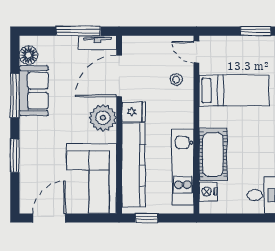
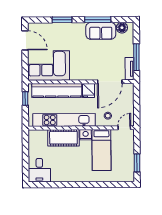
door: (119, 76) -> (110, 82), swing flipped
plant: (103, 118) -> (85, 72), removed
kitchen unit: (183, 167) -> (64, 120), width x1.36
nightstand: (208, 191) -> (86, 135), moved

